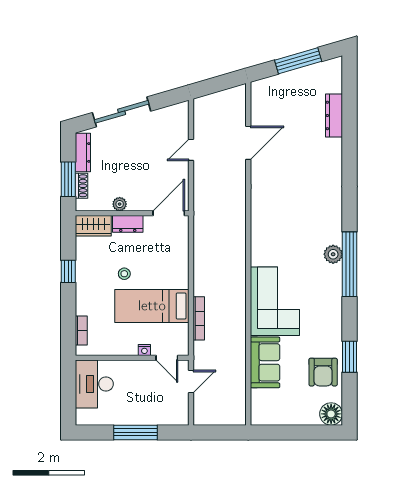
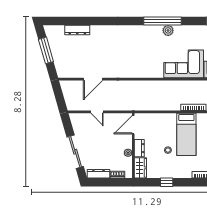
door: (248, 143) -> (93, 79), swing flipped
window: (68, 179) -> (114, 182), removed
door: (169, 213) -> (133, 125), hinge flipped
plant: (333, 254) -> (168, 30), moved

